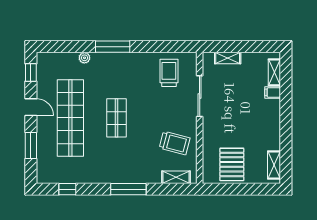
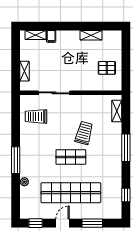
trolley: (175, 143) -> (84, 133), moved
pallet: (232, 164) -> (107, 68), width x0.67, depth x0.71
shelving: (274, 165) -> (91, 35), moved

